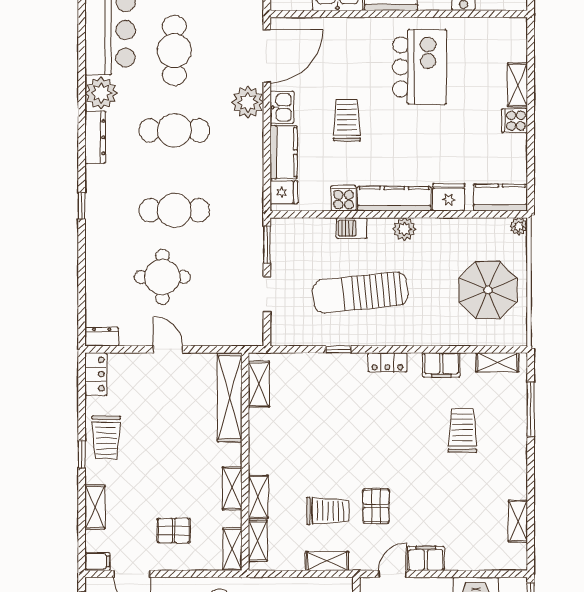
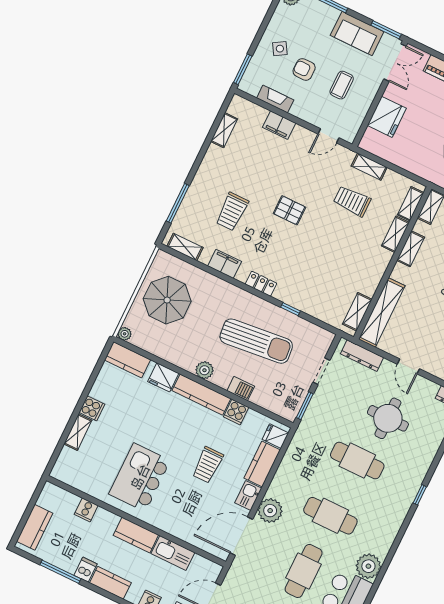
dresser: (95, 137) -> (362, 356), moved, turned -90
pallet: (376, 506) -> (289, 210), moved, turned 90
filing cabinet: (426, 558) -> (279, 125), moved

